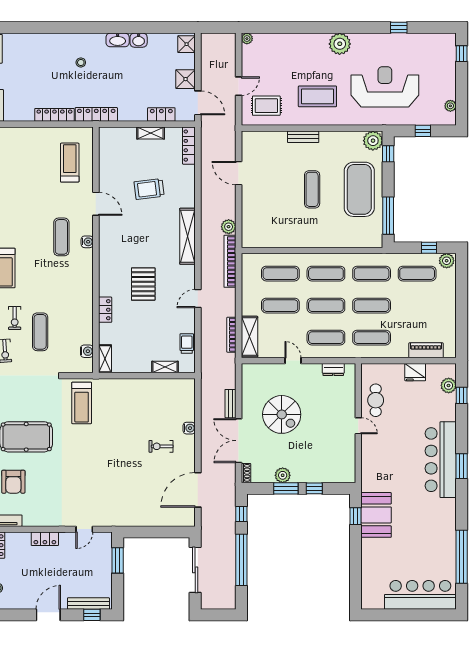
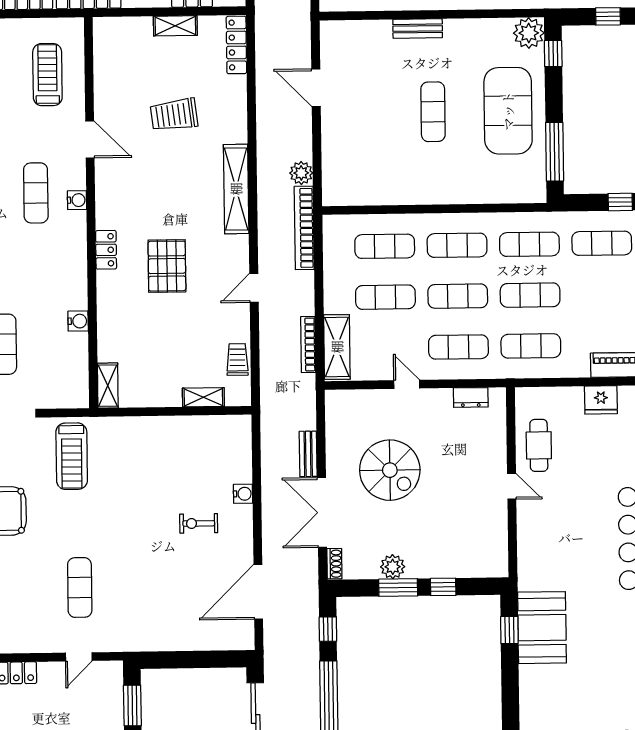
locker: (105, 310) -> (106, 250), moved
water cooler: (87, 351) -> (78, 321), moved
exercise mat: (86, 486) -> (80, 587), added

